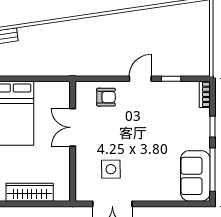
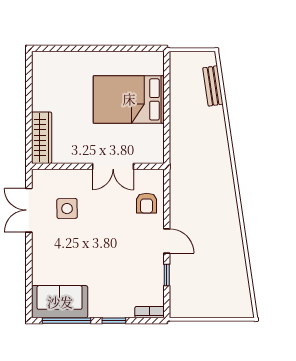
double door: (73, 127) -> (113, 166), swing flipped
wardrobe: (30, 192) -> (42, 138), moved

